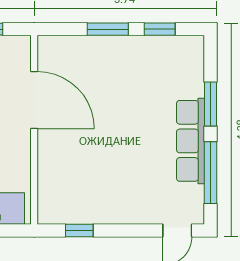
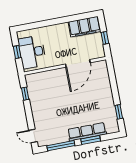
window: (108, 29) -> (115, 89), removed
row of seats: (190, 141) -> (87, 132), moved

